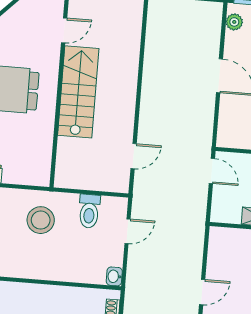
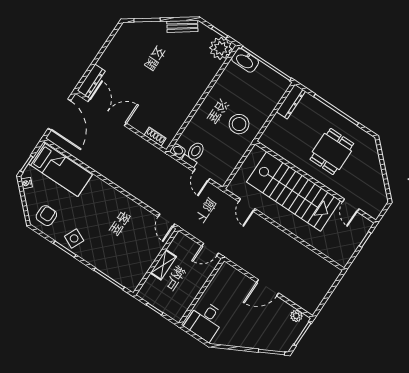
stairs: (78, 92) -> (294, 191), width x1.36, depth x1.51
toilet: (89, 211) -> (194, 154), moved, turned 90
door: (202, 292) -> (166, 220), moved

